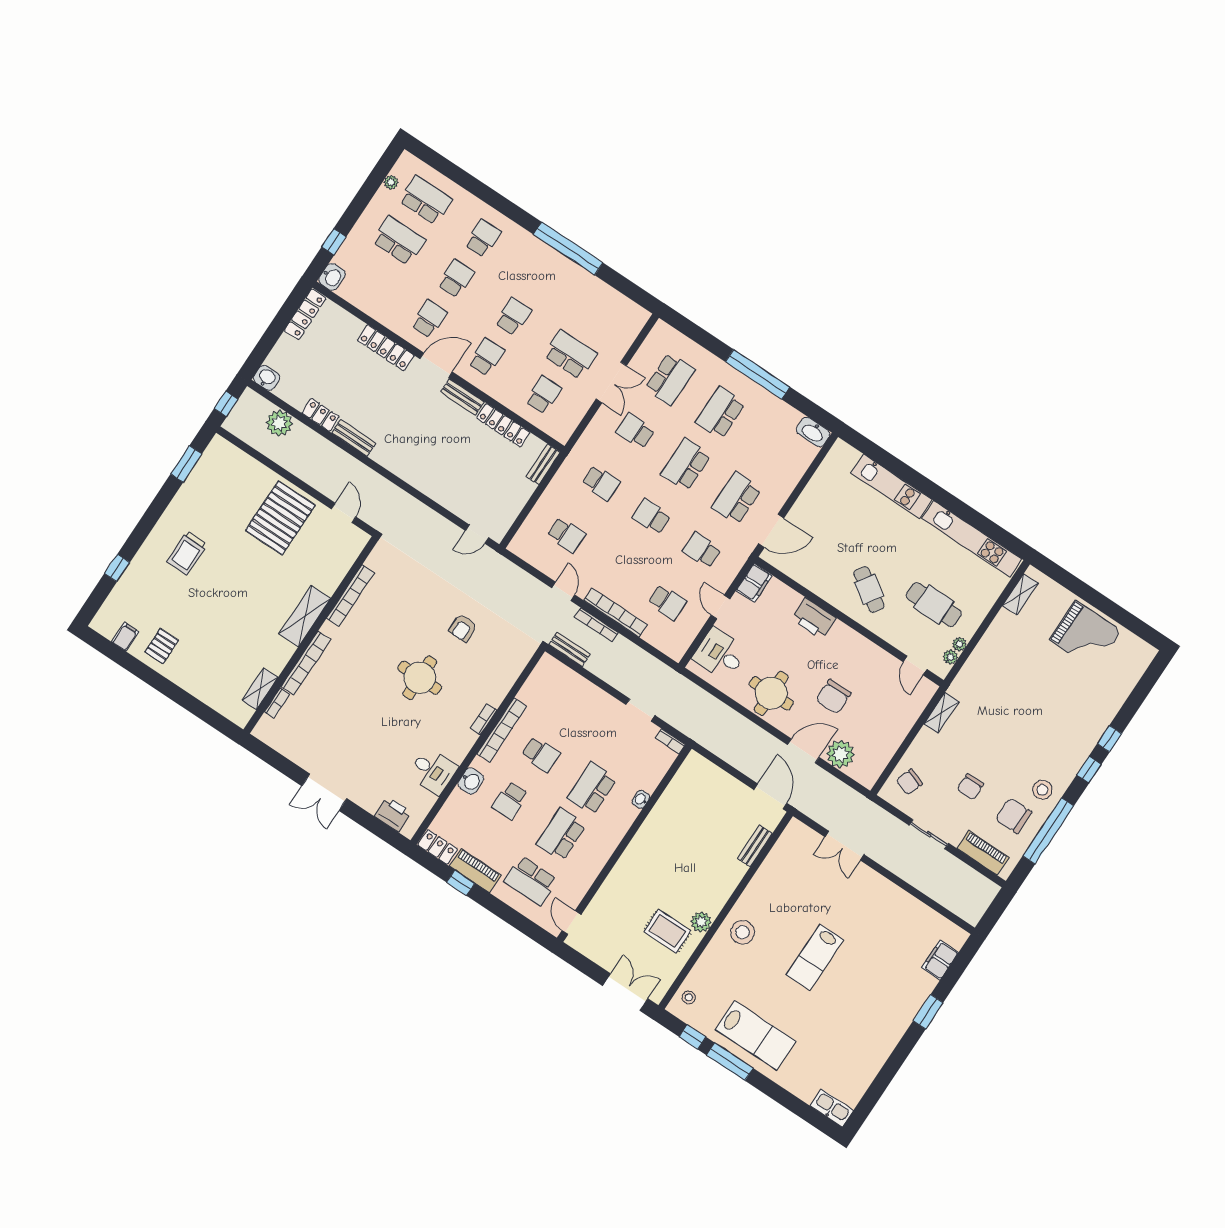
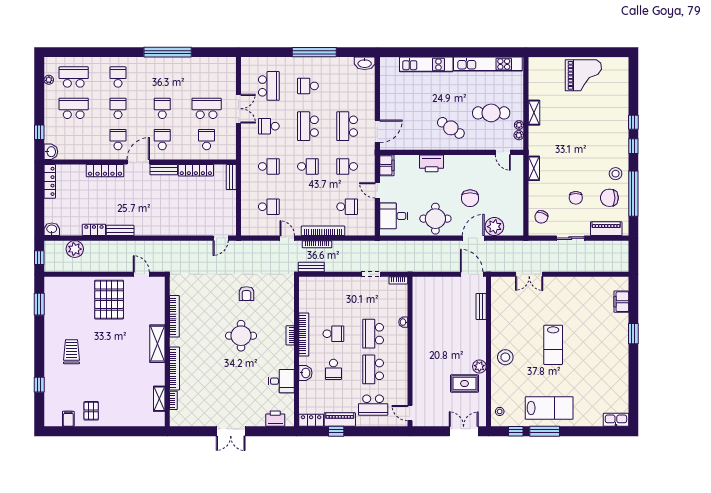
school desk: (720, 413) -> (308, 86), width x0.54
school desk: (651, 517) -> (308, 166), turned 180
trolley: (187, 553) -> (71, 352), turned 180
shelving: (1020, 594) -> (534, 113), moved

